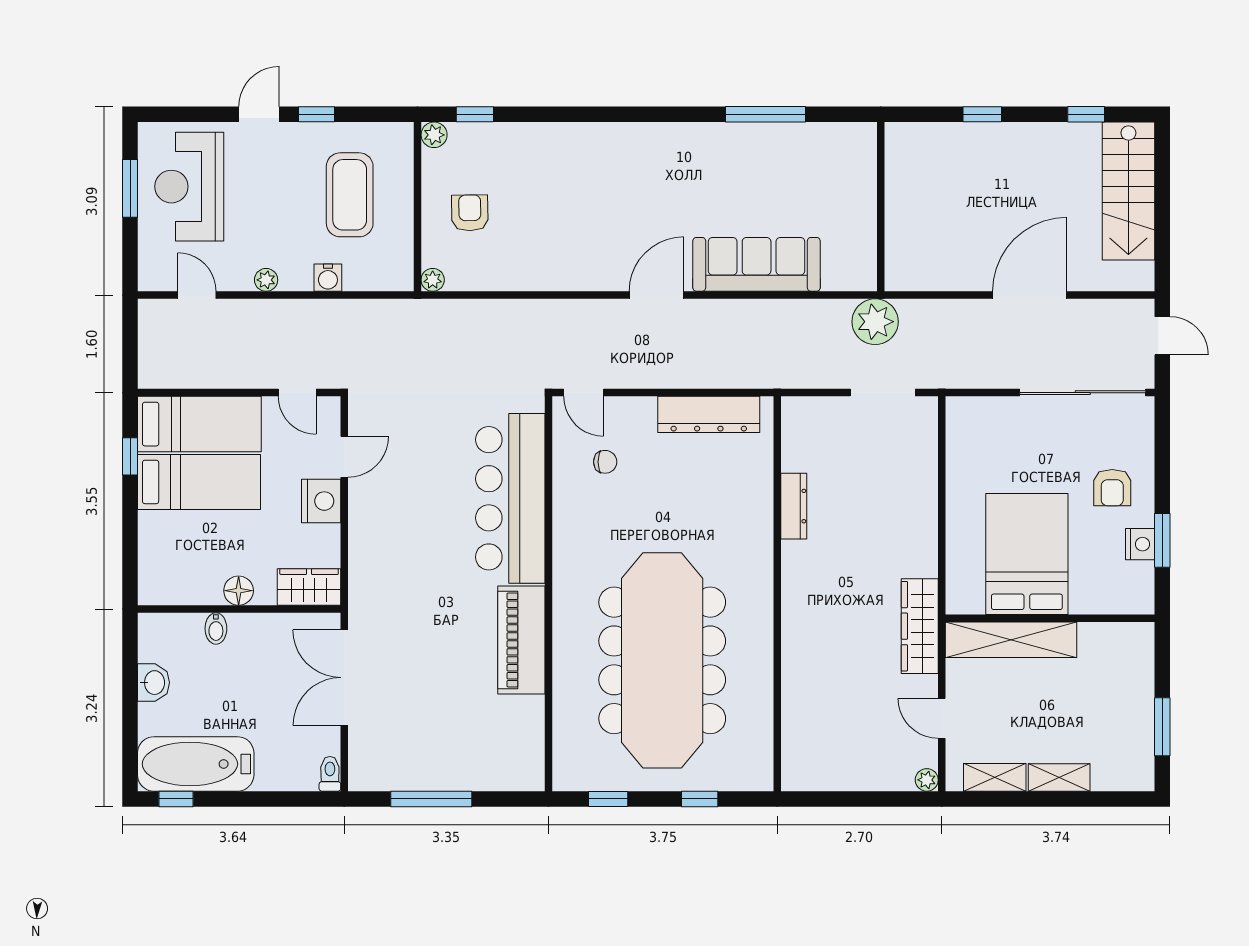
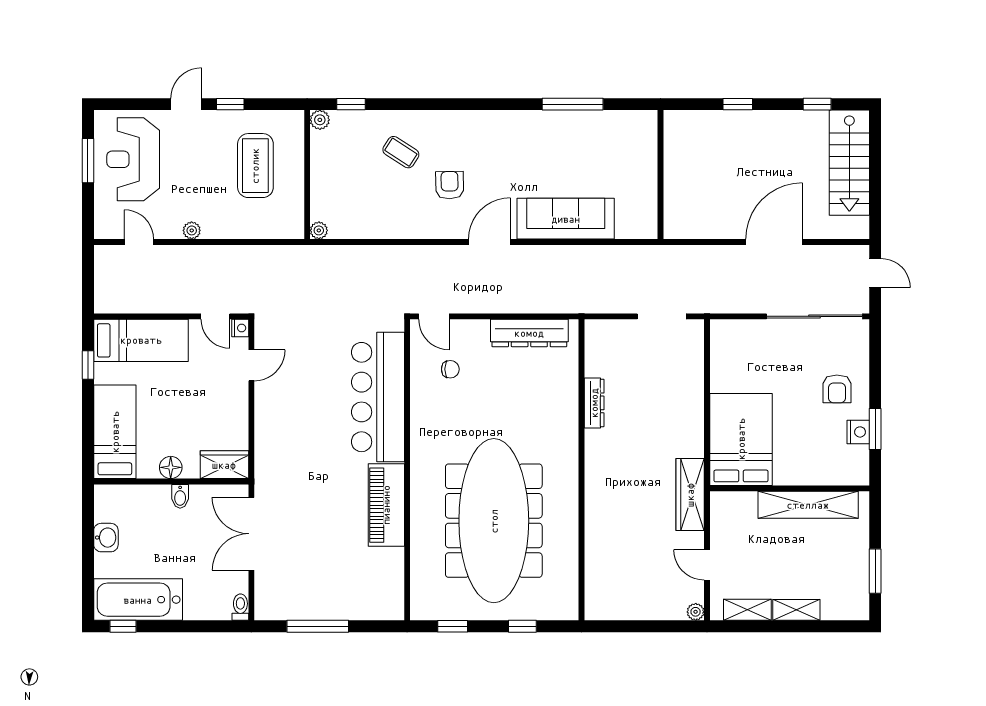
coffee table: (540, 177) -> (401, 152), added
armchair: (470, 213) -> (450, 185), moved
water cooler: (328, 278) -> (239, 229), removed
plant: (875, 322) -> (656, 262), removed
bed: (199, 482) -> (115, 432), moved, turned -90
nightstand: (321, 501) -> (240, 328), moved, width x0.53, depth x0.56
bed: (1027, 554) -> (741, 439), moved
bidet: (216, 628) -> (180, 496), moved
shelving: (1011, 640) -> (808, 505), moved

